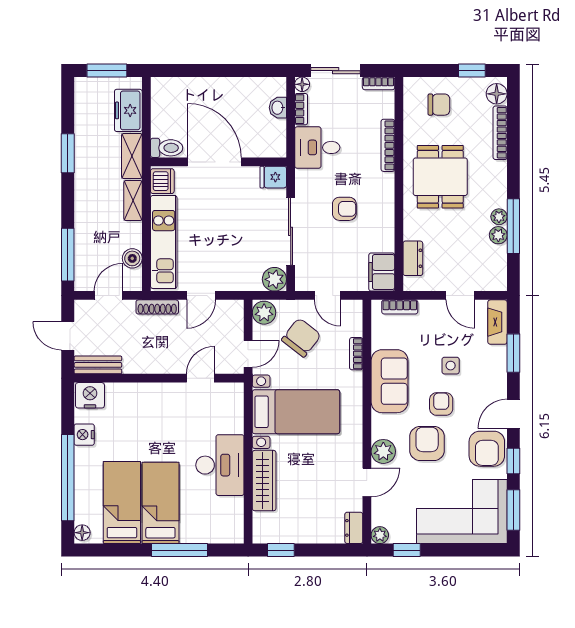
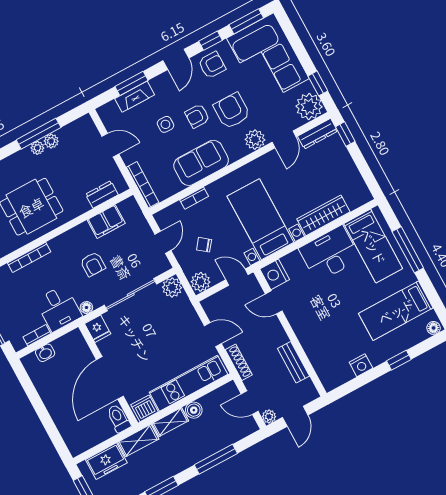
floor lamp: (302, 84) -> (86, 307), moved
armchair: (344, 209) -> (93, 264), turned 180
window: (68, 255) -> (216, 459), moved
boiler: (132, 258) -> (194, 410), moved
filing cabinet: (382, 272) -> (106, 222), moved
door: (460, 295) -> (110, 145), hinge flipped
bookcase: (400, 307) -> (143, 185), width x1.56
plant: (82, 308) -> (269, 417), added
fireplace: (497, 322) -> (135, 97), moved
chair: (301, 338) -> (204, 245), width x0.54, depth x0.54
bench: (98, 365) -> (293, 362), moved
nightstand: (90, 395) -> (275, 274), moved
door: (513, 414) -> (176, 59), hinge flipped
armchair: (427, 444) -> (232, 111), turned 90
armchair: (487, 449) -> (212, 65), width x0.72, depth x0.72
window: (68, 478) -> (399, 360), width x0.32
door: (367, 482) -> (284, 139), swing flipped
bed: (160, 503) -> (373, 246), moved, turned -90
dresser: (354, 528) -> (317, 134), width x1.44
plant: (380, 535) -> (309, 107), width x1.88, depth x1.88
window: (281, 550) -> (345, 134), moved

